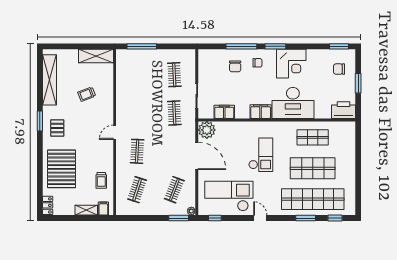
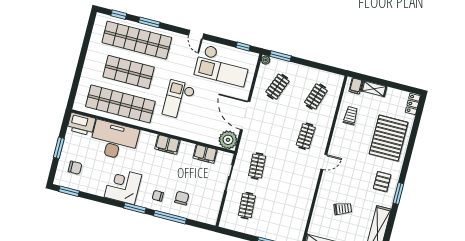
desk: (293, 103) -> (114, 140), moved
shop shelf: (313, 137) -> (120, 104), width x2.00, depth x1.36

